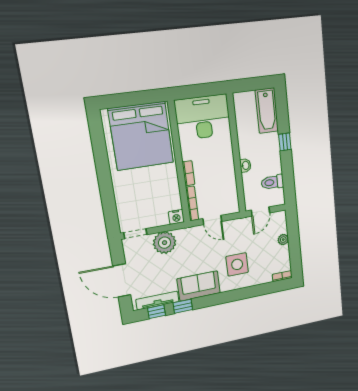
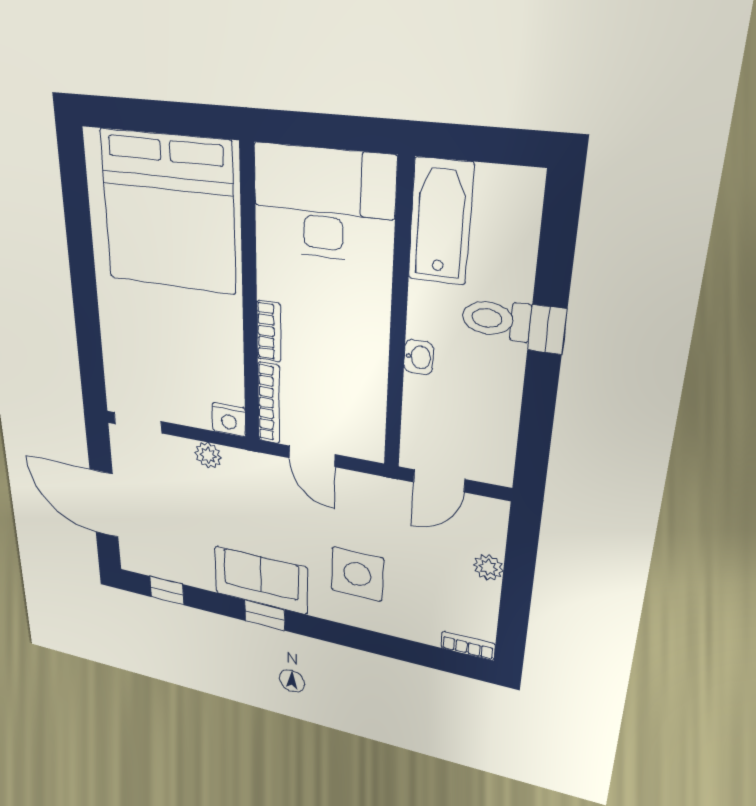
bathtub: (267, 111) -> (440, 222), moved, turned 180
toilet: (272, 182) -> (496, 319), moved
plant: (165, 243) -> (208, 455), width x0.53, depth x0.53
tv unit: (157, 301) -> (171, 571), removed
window: (183, 306) -> (265, 615), moved

